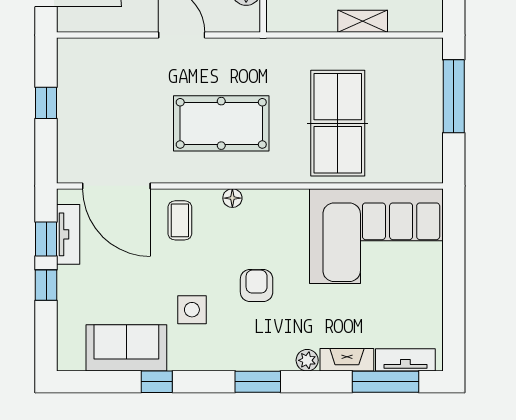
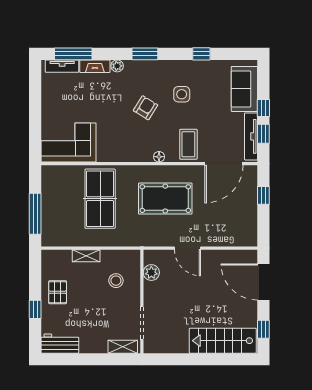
window: (46, 103) -> (263, 195), moved
door: (116, 186) -> (224, 164), swing flipped
coffee table: (180, 220) -> (188, 144), width x1.36, depth x1.30
tv unit: (68, 234) -> (251, 136), width x1.41
corner sofa: (376, 236) -> (68, 142), width x0.73, depth x0.74
armchair: (257, 285) -> (145, 108), turned -148
sofa: (126, 348) -> (244, 89), moved, turned 90

